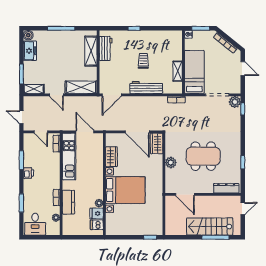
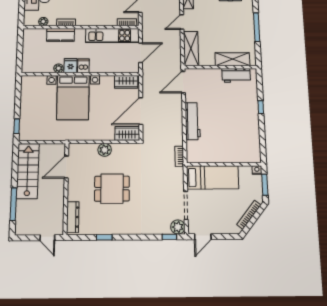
trolley: (143, 61) -> (224, 118), removed
door: (243, 69) -> (203, 237), moved
shelving: (178, 71) -> (213, 158), removed
door: (112, 95) -> (183, 82), hinge flipped
dining table: (203, 156) -> (112, 189), width x0.73
wardrobe: (111, 157) -> (126, 82), moved
fridge: (97, 214) -> (71, 65), moved
dishwasher: (97, 225) -> (83, 66), moved
stairs: (210, 227) -> (28, 171), moved

